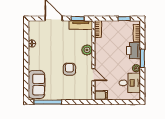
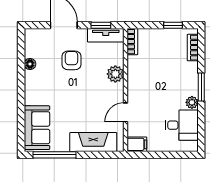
printer: (134, 51) -> (188, 75), removed
armchair: (69, 69) -> (71, 60), moved
door: (93, 75) -> (125, 112), swing flipped
fireplace: (73, 94) -> (93, 142), added

